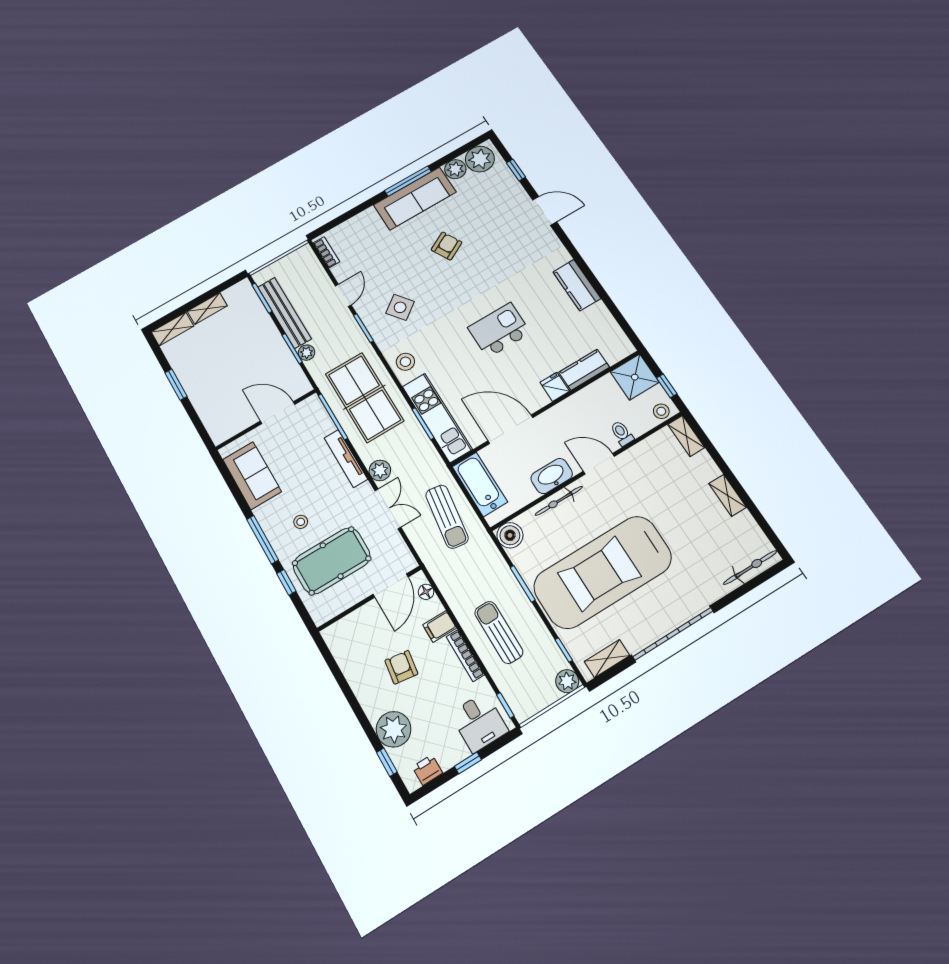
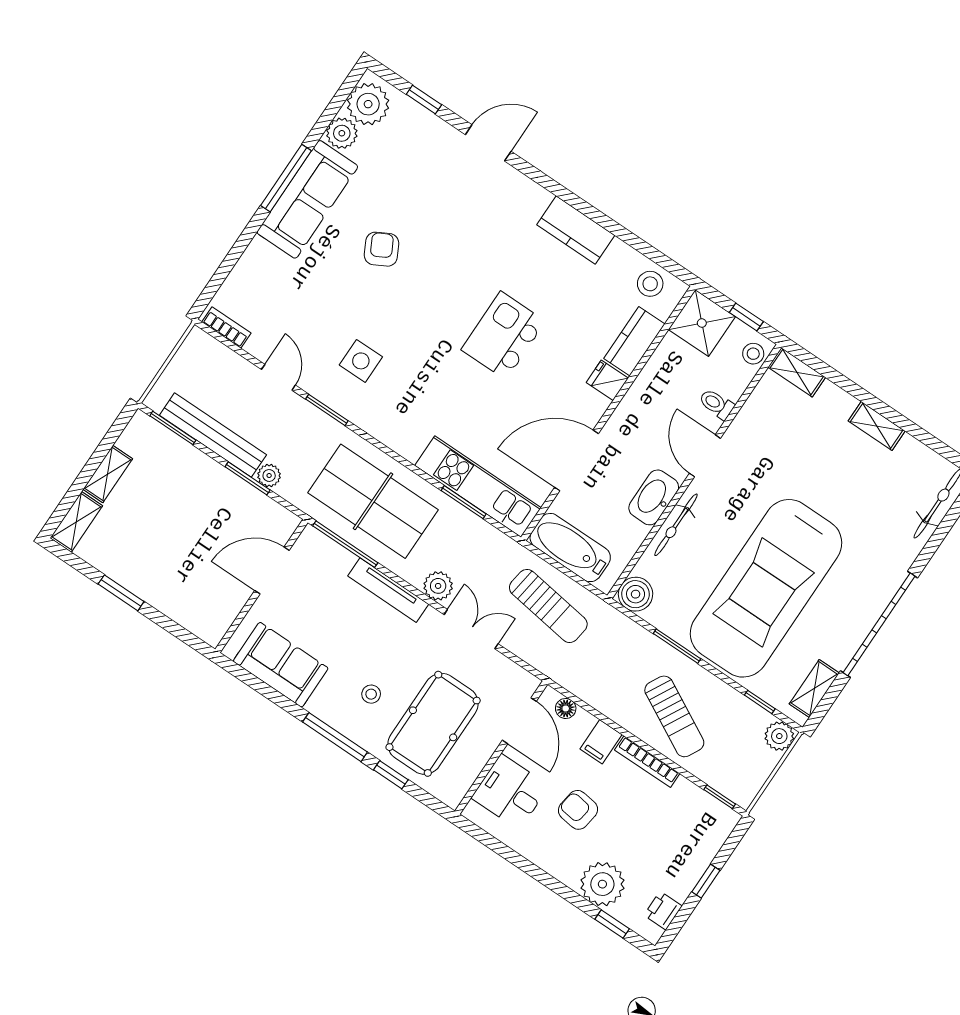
side table: (400, 307) -> (361, 361), turned 37
stool: (405, 362) -> (650, 284), moved
door: (599, 464) -> (705, 456), hinge flipped
sun lounger: (499, 632) -> (674, 716), turned -152
desk: (479, 722) -> (510, 792), moved, turned 180

